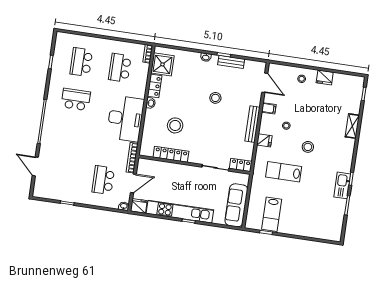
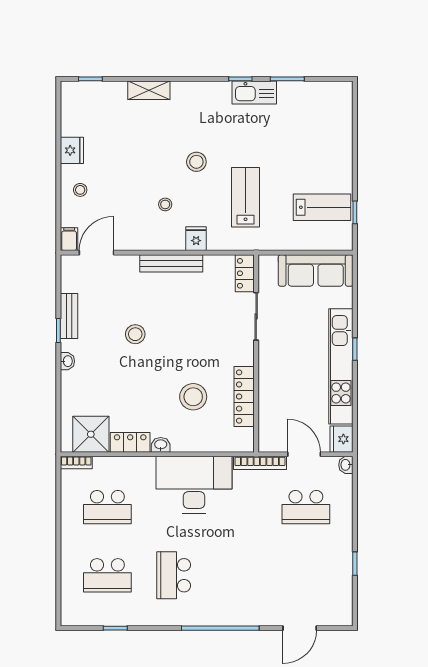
filing cabinet: (269, 108) -> (69, 239), moved
lab bench: (284, 172) -> (246, 197), turned 180

